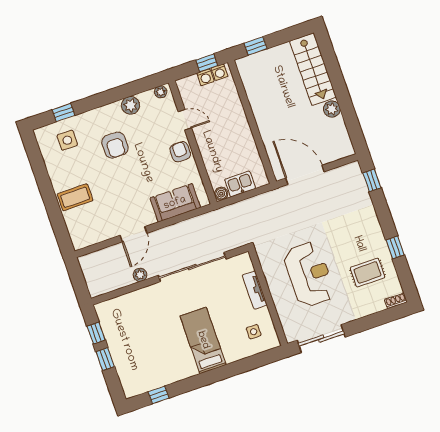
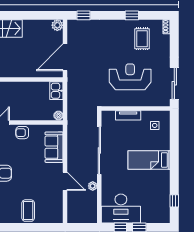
plant: (332, 109) -> (57, 25), moved
kitchen sink: (240, 184) -> (56, 91), moved
desk: (122, 325) -> (121, 209), added

